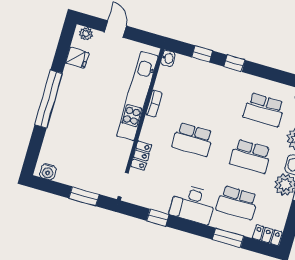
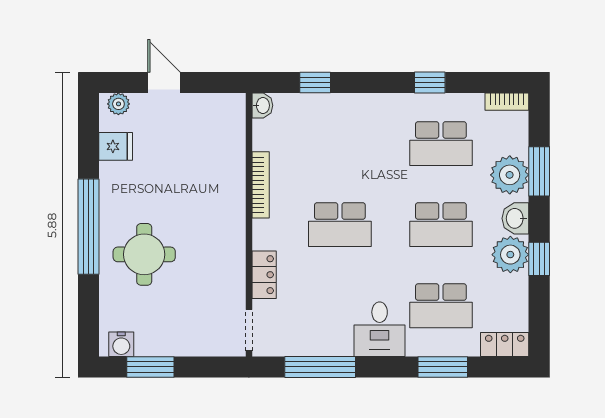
window: (234, 63) -> (430, 82), moved
kitchen unit: (137, 96) -> (230, 181), removed
bookcase: (154, 104) -> (261, 185), width x1.56
round table: (76, 124) -> (144, 254), added
window: (84, 196) -> (150, 367), moved
desk: (193, 204) -> (380, 329), width x0.73
window: (158, 218) -> (320, 367), width x2.17

